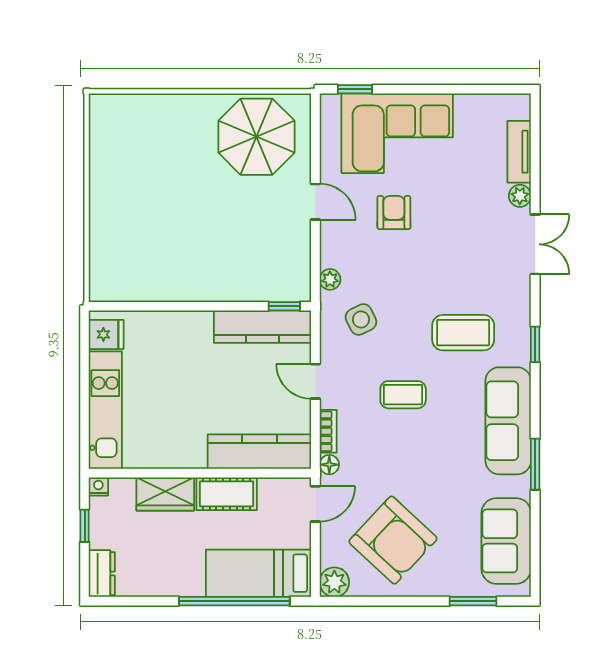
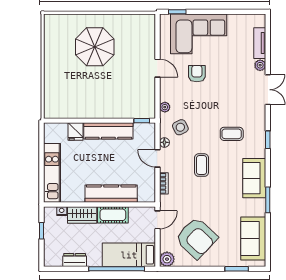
parasol: (256, 137) -> (95, 47), moved
kitchen counter: (263, 327) -> (108, 131), moved
coffee table: (463, 333) -> (232, 134), width x0.73, depth x0.77
fridge: (106, 334) -> (75, 131), moved, turned 90
coffee table: (403, 395) -> (201, 165), turned 90
sofa: (508, 421) -> (254, 178), width x0.73
kitchen counter: (259, 452) -> (111, 194), moved
floor lamp: (329, 465) -> (164, 142), moved
nightstand: (98, 486) -> (62, 211), moved
dresser: (102, 574) -> (75, 260), moved, turned -90

